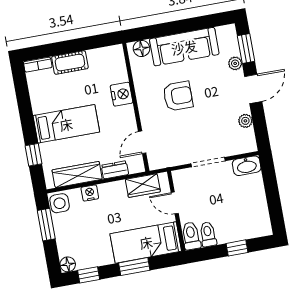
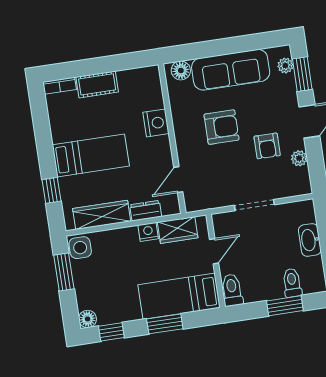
plant: (235, 63) -> (285, 66), moved
armchair: (218, 111) -> (267, 146), added
washbasin: (247, 166) -> (310, 240), moved, turned 90
nightstand: (90, 193) -> (148, 232), moved
door: (175, 203) -> (214, 251), swing flipped
toilet: (208, 234) -> (292, 283), moved
window: (237, 248) -> (285, 306), width x1.50

